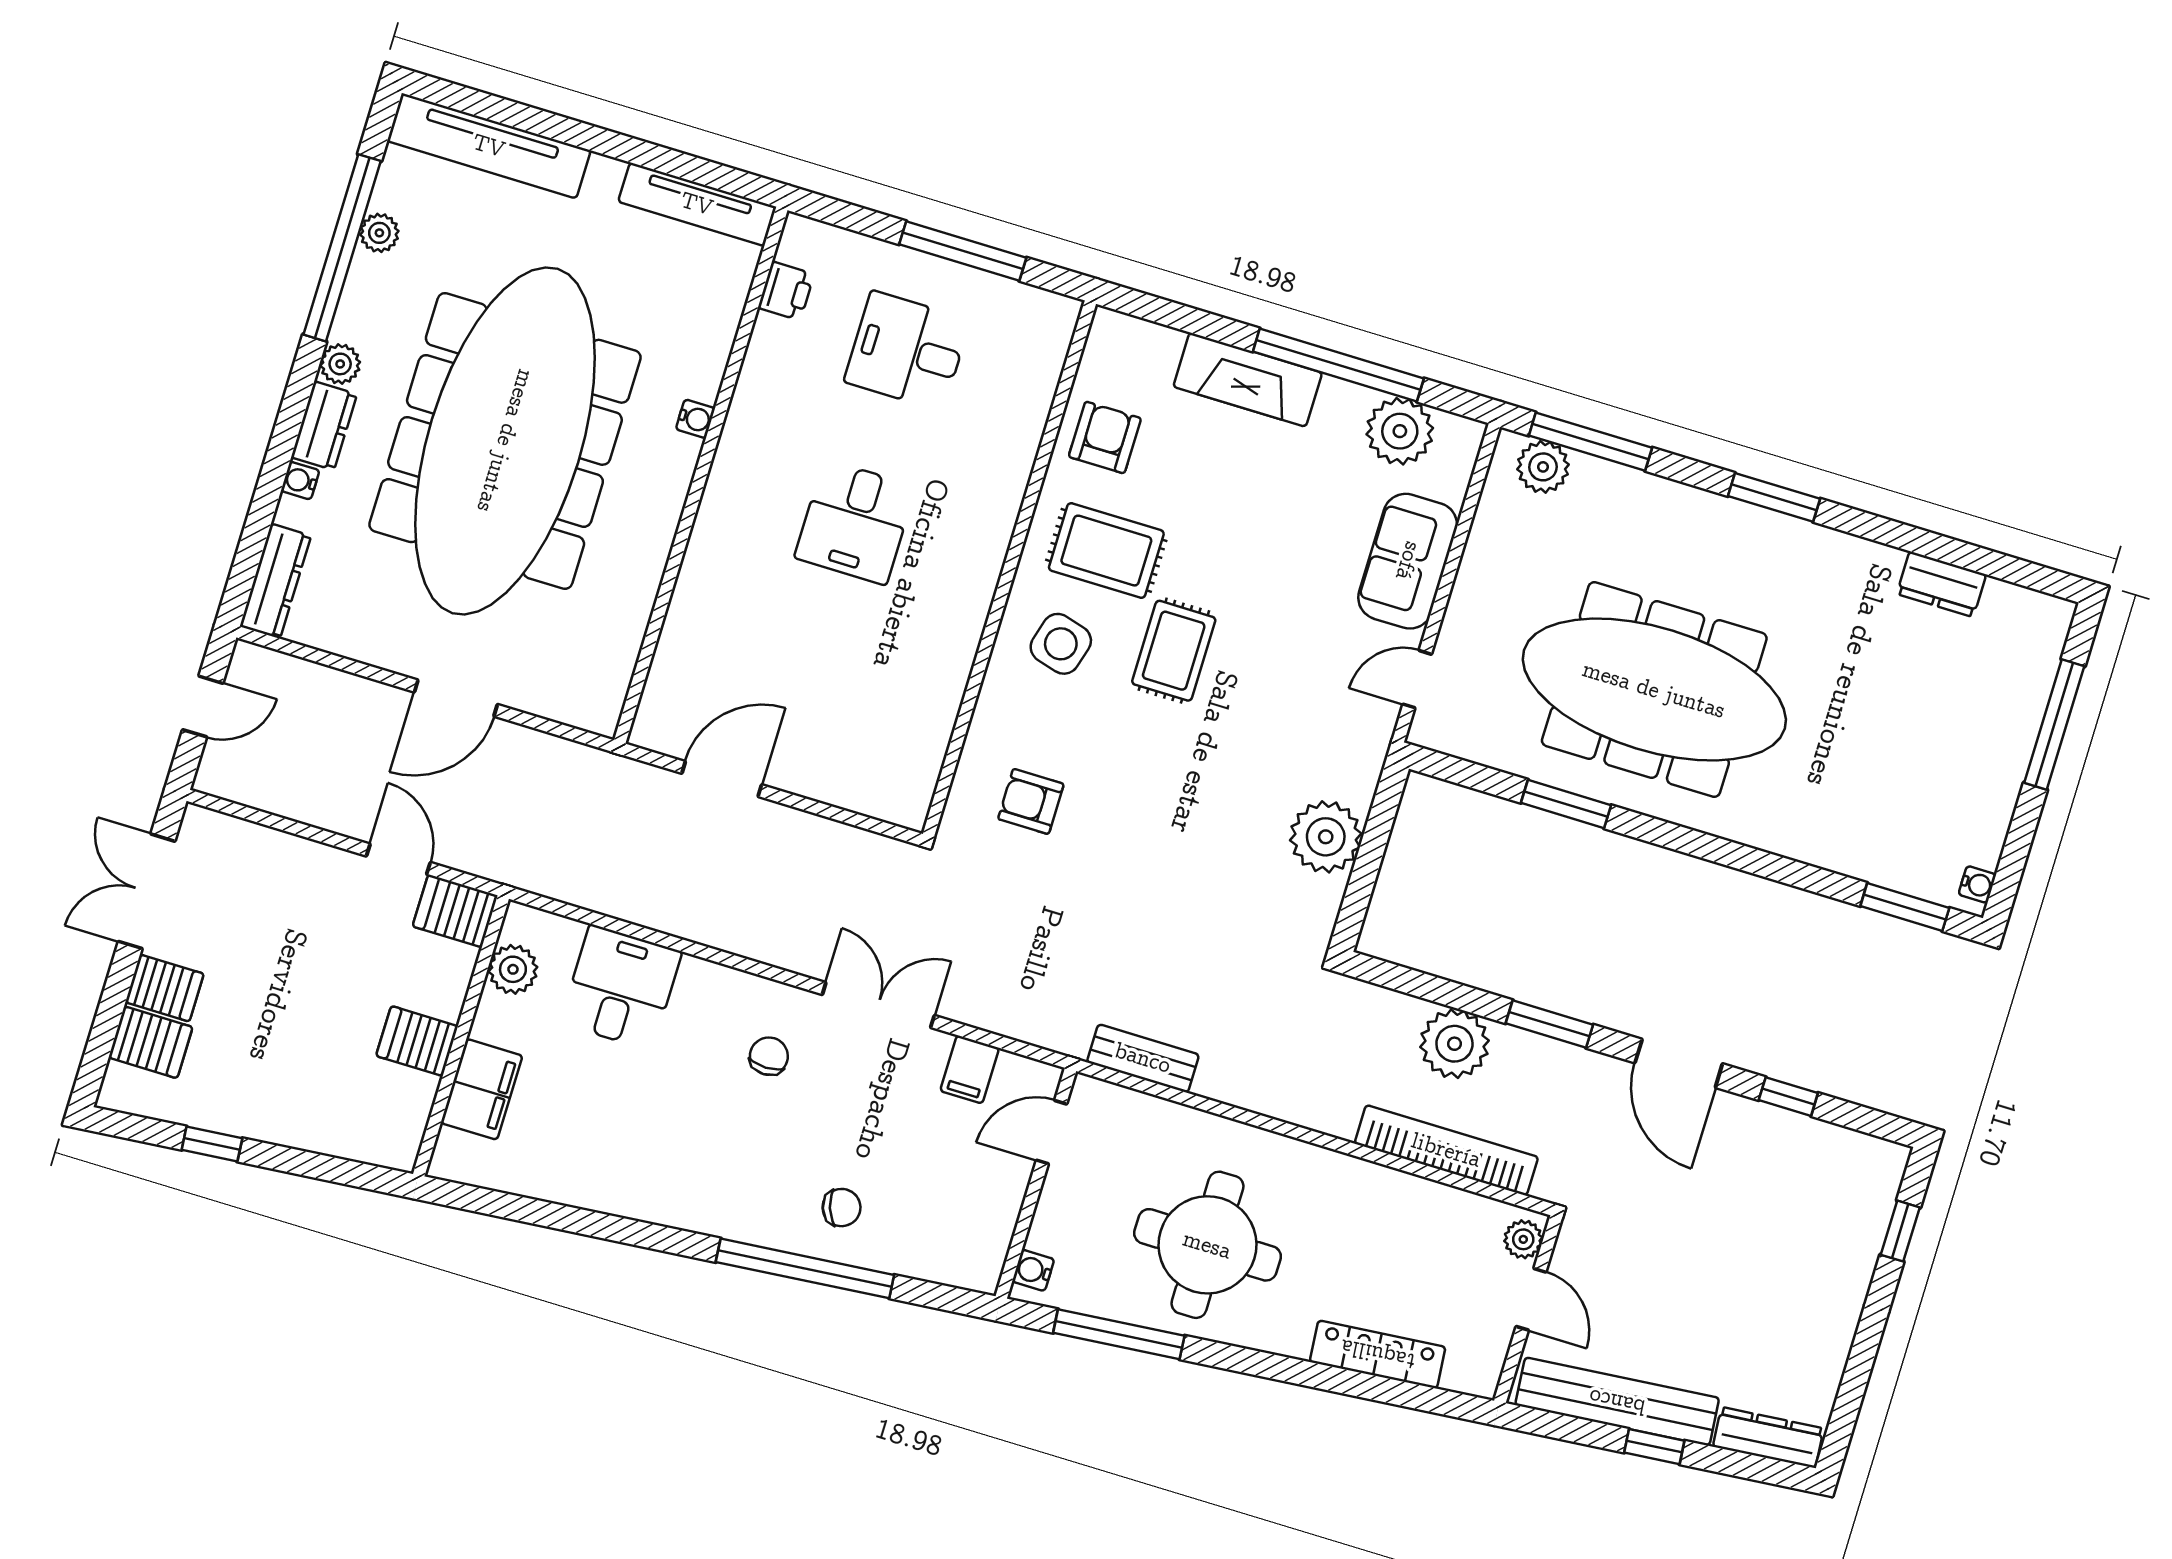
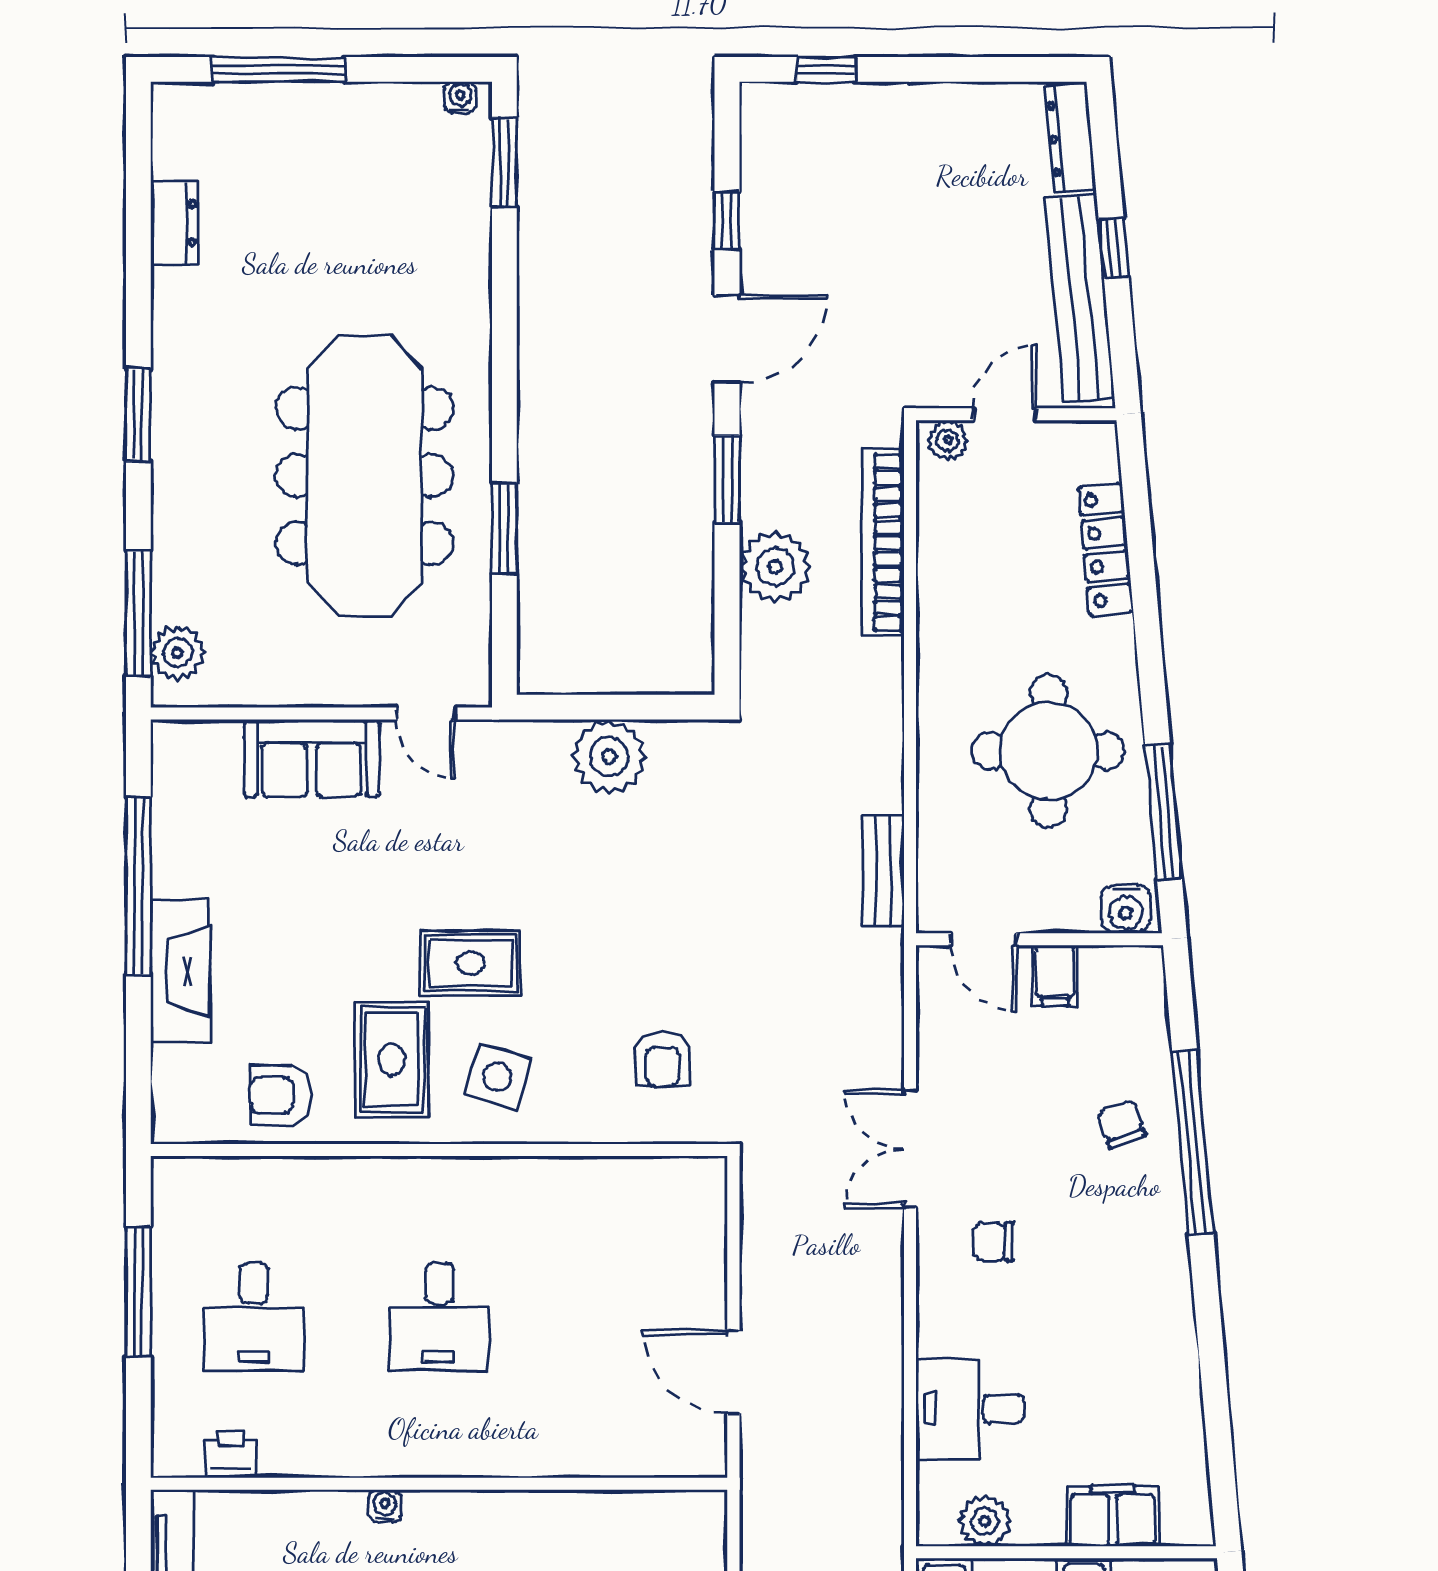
plant: (1400, 431) -> (185, 805), removed
desk: (855, 522) -> (439, 1317), turned 90
filing cabinet: (970, 1069) -> (1055, 975), moved, turned 90
water cooler: (1033, 1270) -> (1126, 909), width x1.38, depth x1.38

